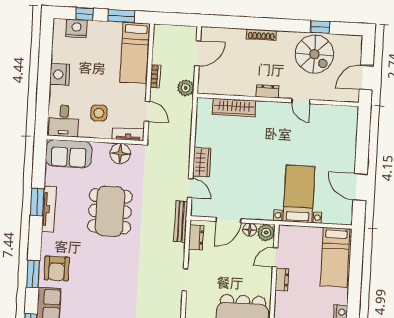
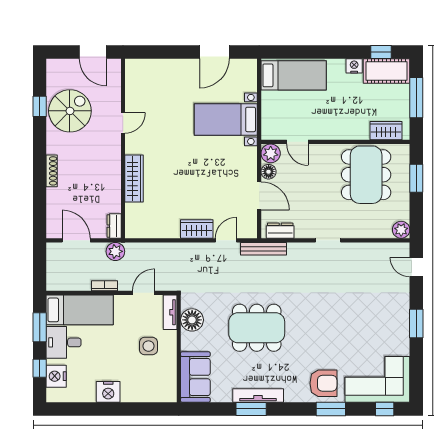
dresser: (267, 91) -> (114, 226), moved
wardrobe: (234, 107) -> (134, 179), moved
desk: (64, 121) -> (64, 342), moved, turned 180
dresser: (282, 280) -> (322, 133), removed

